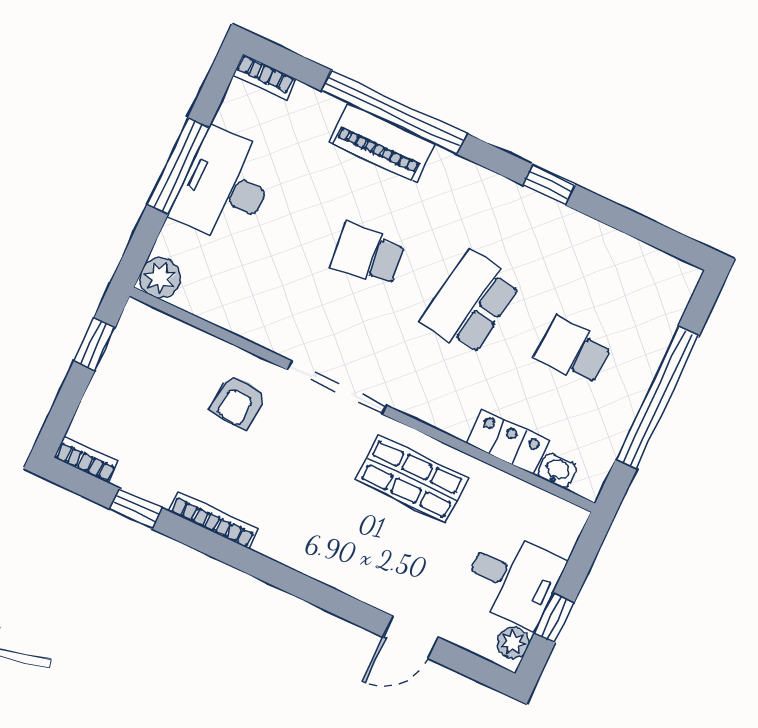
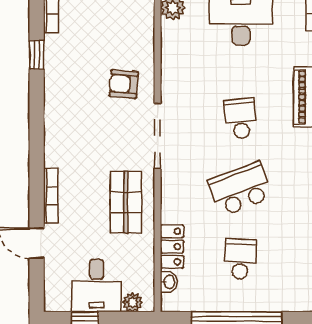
school desk: (470, 303) -> (240, 189), turned -30
bookcase: (213, 520) -> (51, 196), moved
plant: (513, 643) -> (133, 302), moved

